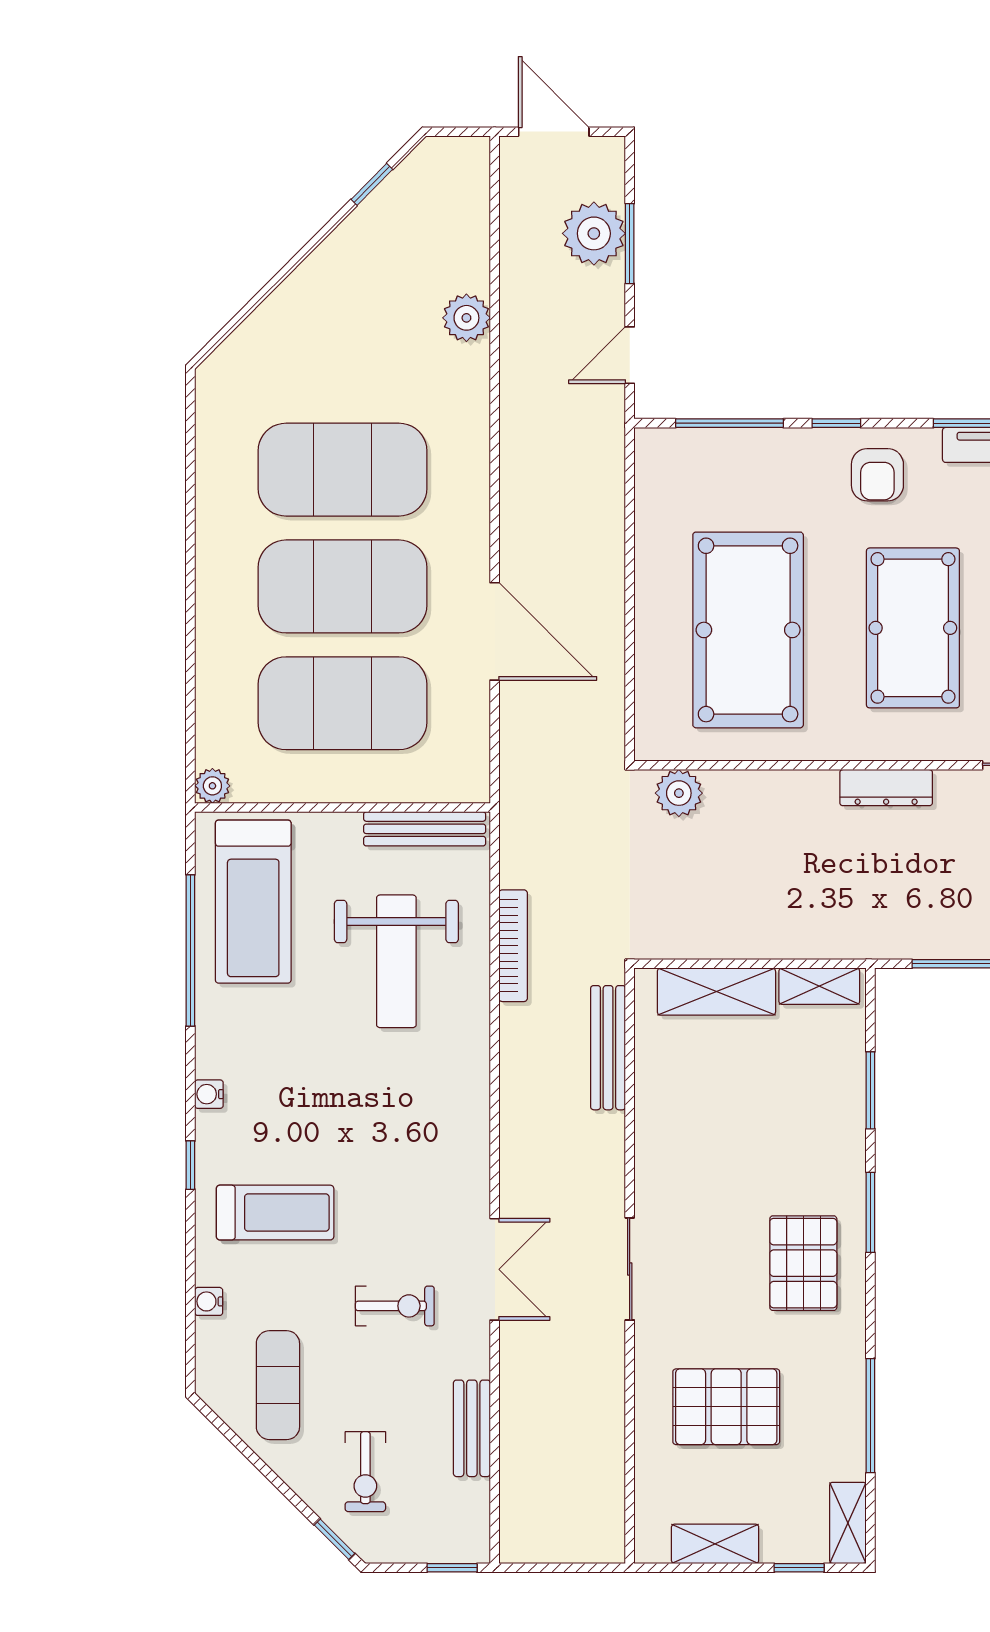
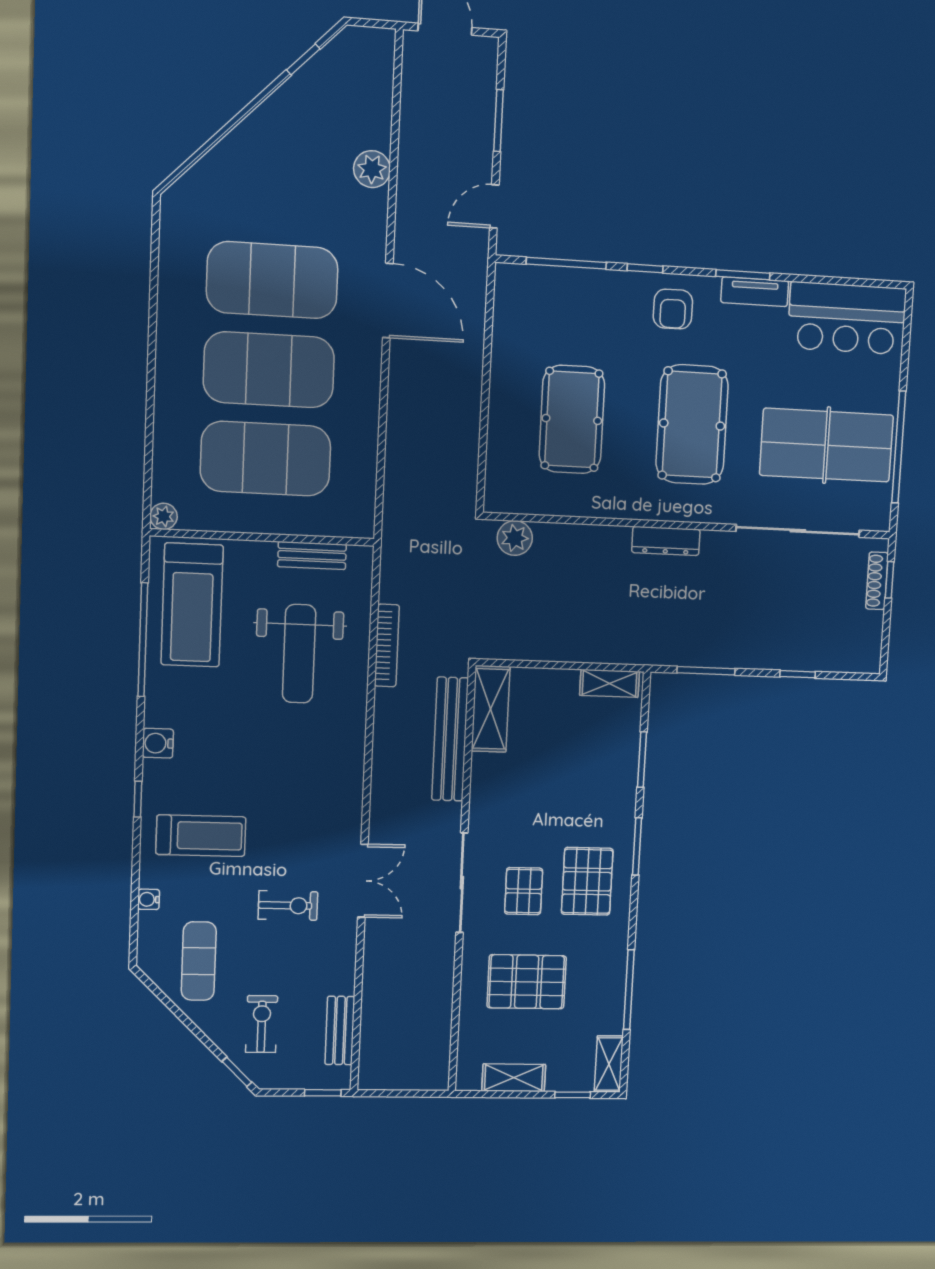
plant: (594, 233) -> (472, 111), removed
pool table: (748, 630) -> (572, 419), width x0.73, depth x0.76
door: (495, 631) -> (388, 301), moved
bench: (425, 829) -> (312, 555), width x0.73
shelving: (716, 992) -> (491, 709), moved, turned 90
bench: (608, 1048) -> (450, 739), width x1.37, depth x1.21
water cooler: (209, 1094) -> (158, 743), width x1.38, depth x1.38
sliding door: (630, 1269) -> (462, 883), width x1.37
pallet: (716, 1279) -> (524, 891), added
bench: (472, 1428) -> (340, 1030), moved
exercise bike: (365, 1472) -> (262, 1024), turned 180

